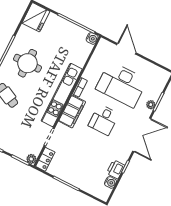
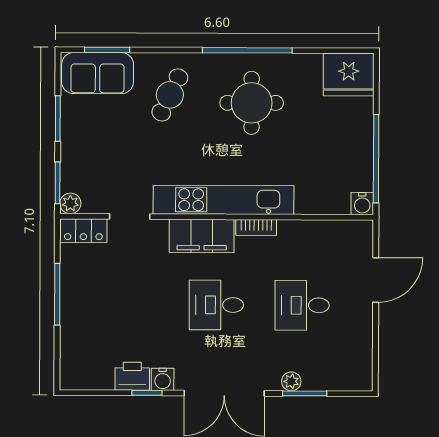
desk: (122, 84) -> (302, 305), width x0.53, depth x0.77
water cooler: (111, 182) -> (163, 379), moved

